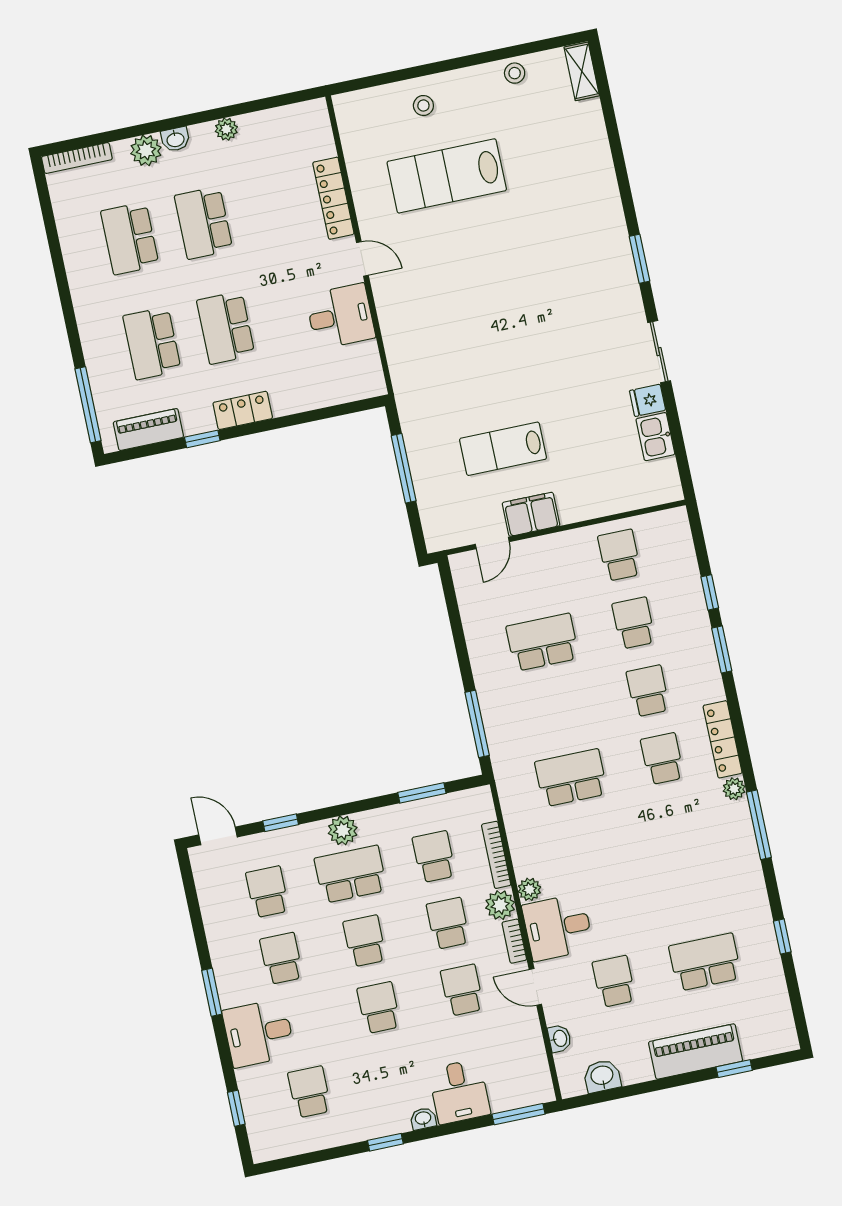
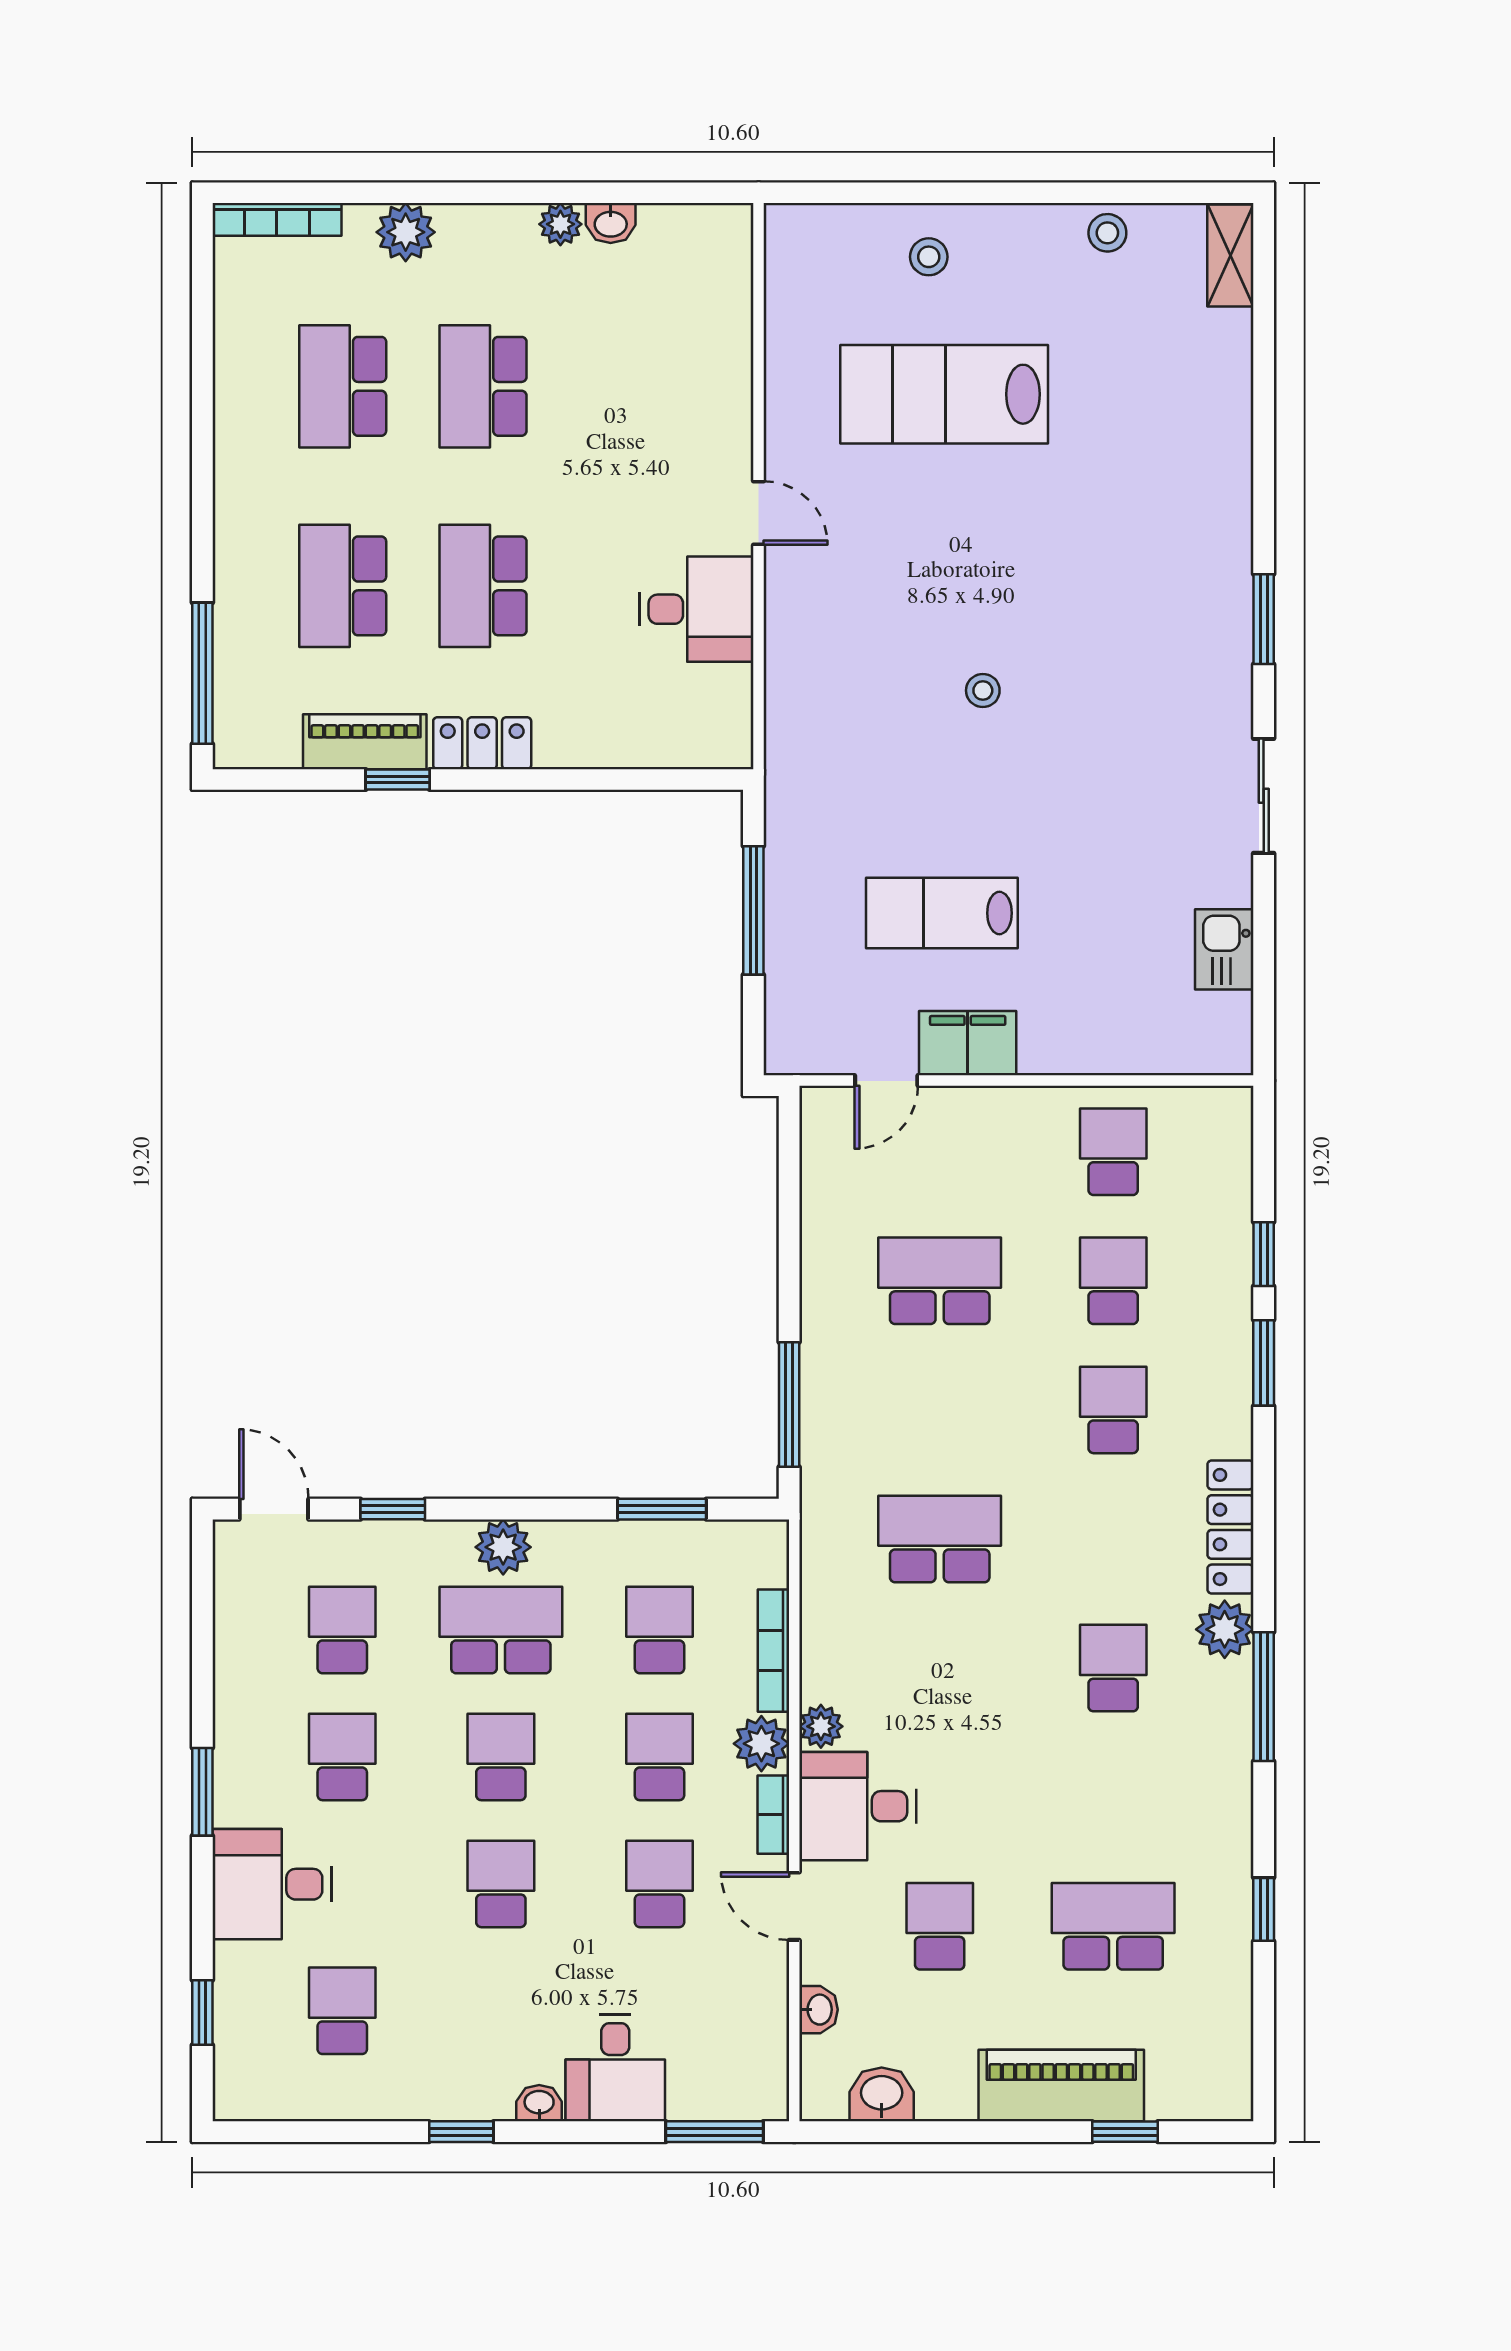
washbasin: (175, 139) -> (611, 223), moved
locker: (333, 198) -> (729, 391), removed
stool: (500, 327) -> (983, 690), added
fridge: (648, 400) -> (1224, 880), removed
piano: (148, 430) -> (365, 742), moved
school desk: (662, 759) -> (1113, 1668), moved
plant: (734, 789) -> (1225, 1629), width x1.38, depth x1.38

